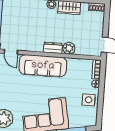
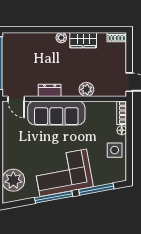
dresser: (53, 48) -> (50, 90), moved

